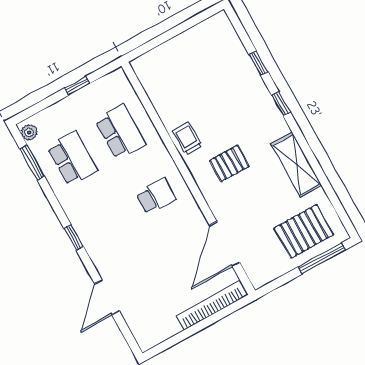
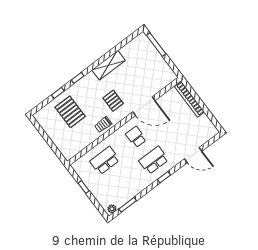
school desk: (72, 159) -> (154, 160), moved
pallet: (304, 231) -> (70, 112), moved
door: (225, 244) -> (144, 106), moved

